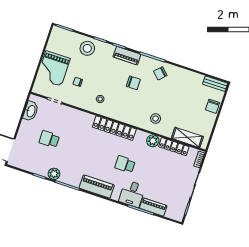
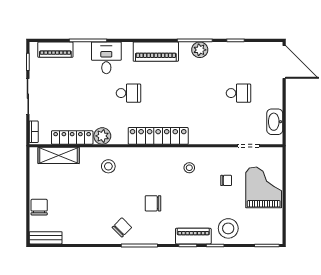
piano: (127, 56) -> (193, 236), moved
plant: (54, 174) -> (200, 50), moved
piano: (153, 207) -> (55, 50), moved

